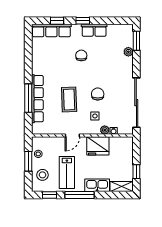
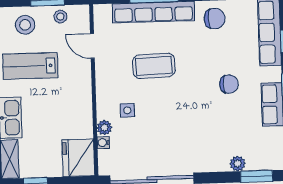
chair: (98, 94) -> (215, 19), moved
door: (72, 135) -> (92, 46), moved
fridge: (98, 146) -> (78, 158), moved

